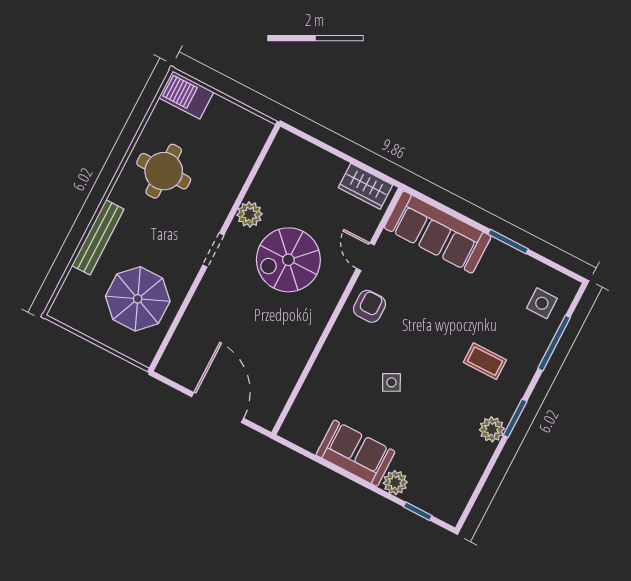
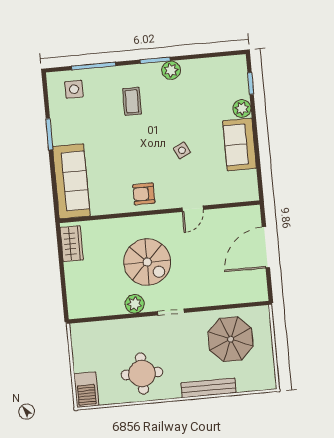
door: (365, 257) -> (193, 209), moved

